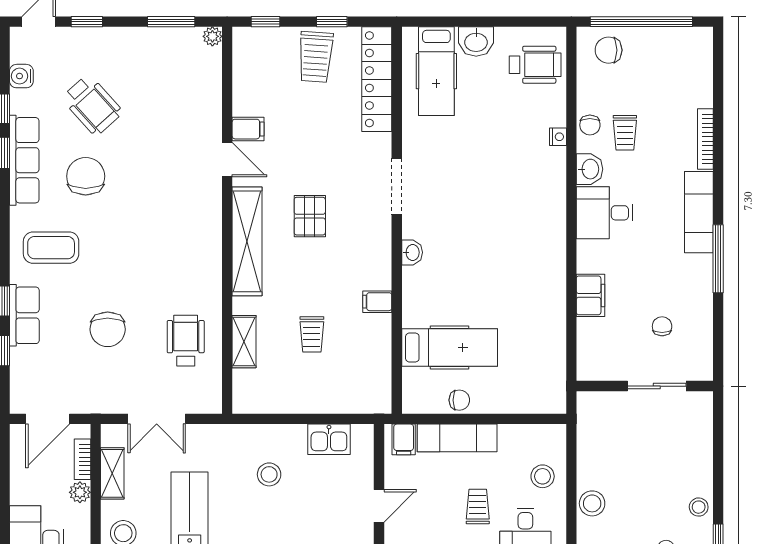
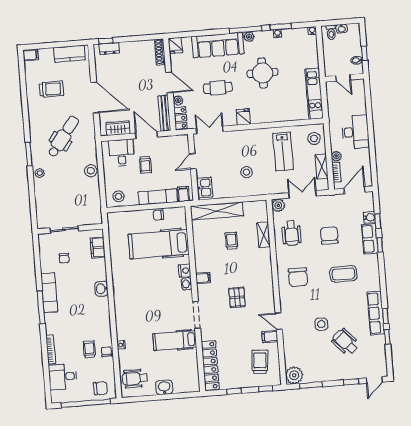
plant: (212, 36) -> (294, 375), width x1.87, depth x1.87
trolley: (316, 57) -> (260, 362), moved
hospital bed: (436, 71) -> (175, 340), moved, turned -90
water cooler: (21, 76) -> (369, 217), moved
side table: (139, 147) -> (321, 324), added
washbasin: (590, 169) -> (102, 289), moved
chair: (86, 176) -> (298, 277), moved
exam couch: (699, 212) -> (49, 293), moved
desk: (605, 213) -> (63, 377), moved, turned 180
shelving: (247, 241) -> (217, 211), moved, turned 90
coffee table: (51, 248) -> (343, 274), moved
window: (718, 259) -> (41, 307), moved
nightstand: (414, 280) -> (185, 271), added
filing cabinet: (591, 295) -> (98, 248), moved
filing cabinet: (377, 302) -> (203, 278), moved
hospital bed: (450, 348) -> (159, 244), width x1.37, depth x1.29
plant: (209, 400) -> (278, 205), added
kitchen sink: (329, 439) -> (205, 188), moved, turned 90
stool: (543, 476) -> (118, 196), moved

